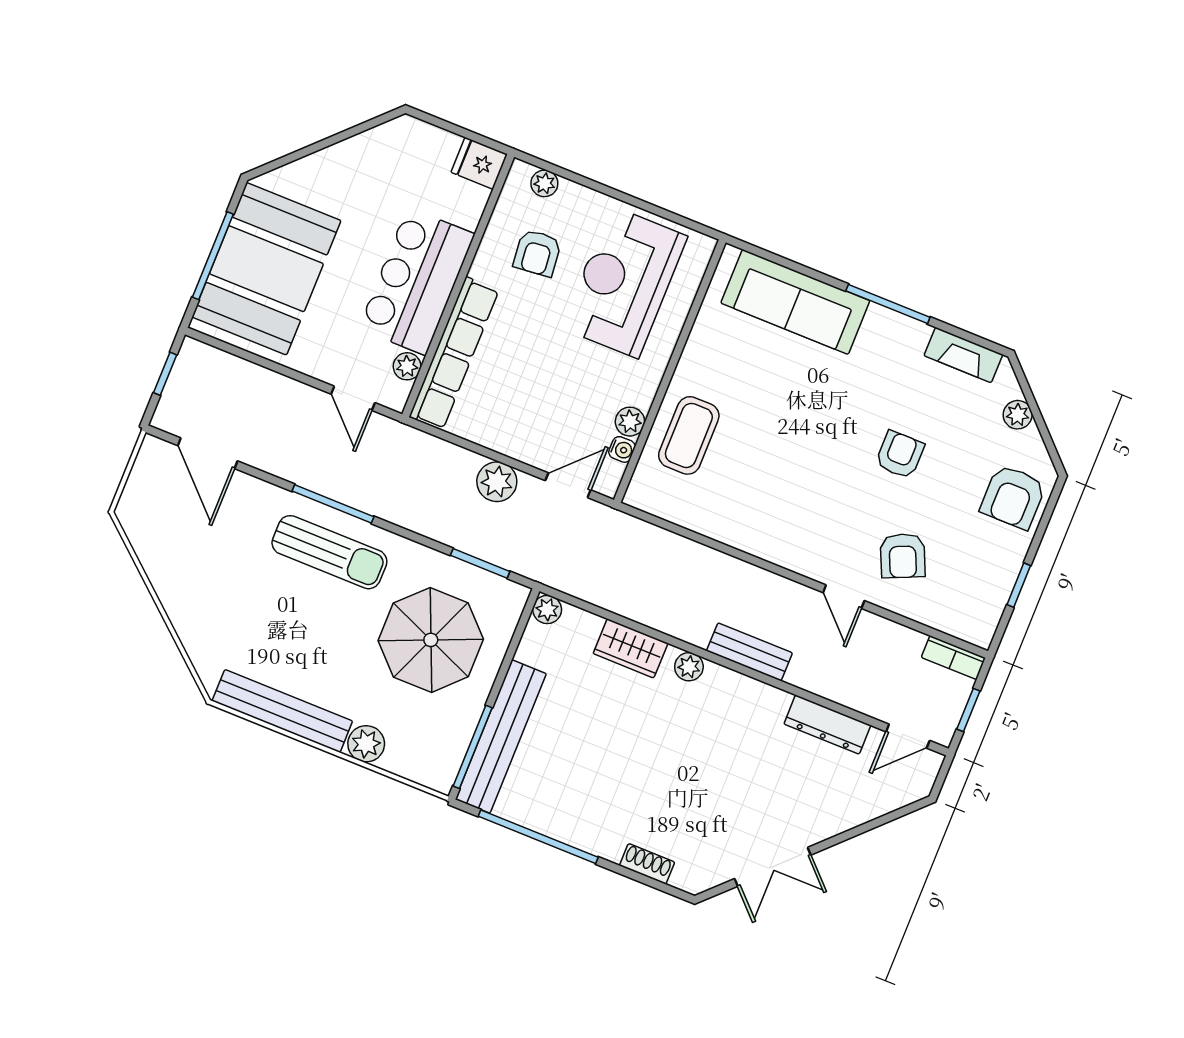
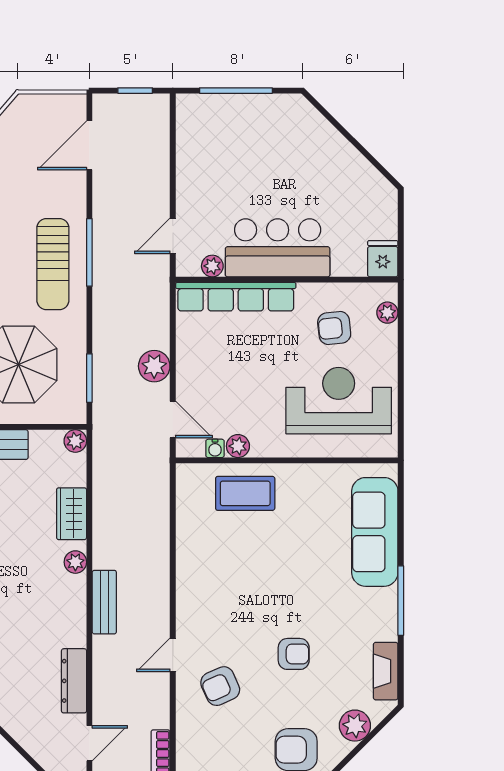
booth: (266, 269) -> (242, 134), removed
plant: (1018, 415) -> (355, 726), width x1.38, depth x1.38
door: (908, 736) -> (89, 743), swing flipped

